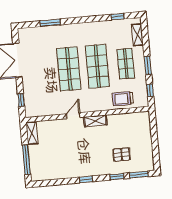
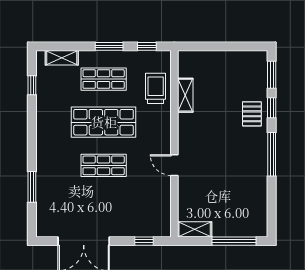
shop shelf: (69, 69) -> (104, 165), width x0.70, depth x0.74
trolley: (123, 99) -> (156, 88), turned 180
shelving: (95, 121) -> (185, 95), moved
pallet: (122, 155) -> (252, 114), moved
window: (86, 179) -> (272, 154), width x2.17

